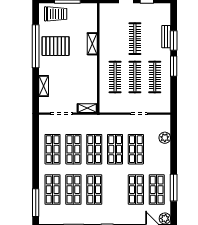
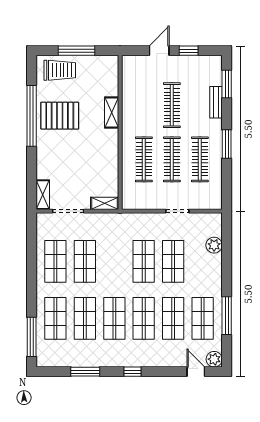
window: (174, 40) -> (227, 84), moved
shelving: (44, 86) -> (43, 195), moved
shop shelf: (94, 149) -> (144, 318), moved

